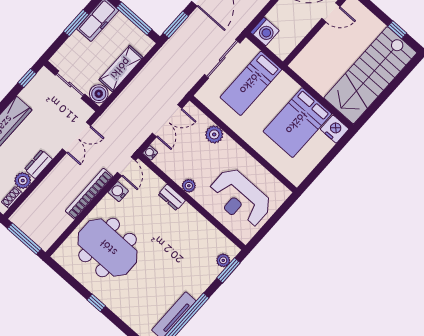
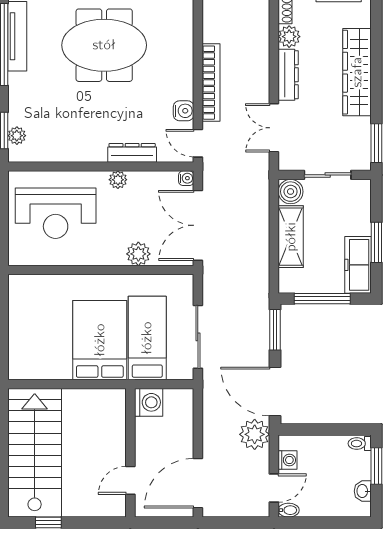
washing machine: (265, 31) -> (149, 402), moved, turned 180
window: (27, 78) -> (376, 143), width x1.50
double door: (167, 121) -> (198, 225), width x1.37
bed: (297, 123) -> (100, 340), moved
nightstand: (335, 129) -> (22, 367), removed
dresser: (38, 164) -> (288, 75), width x1.44
dresser: (172, 197) -> (132, 153), width x1.44
reception desk: (240, 198) -> (56, 213), turned 180
meeting table: (108, 248) -> (104, 45), moved

